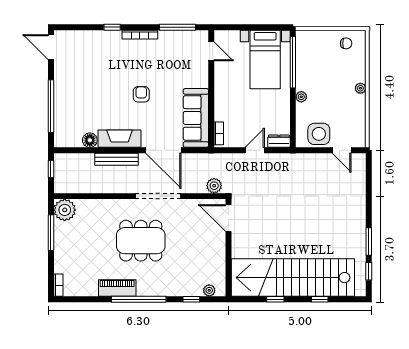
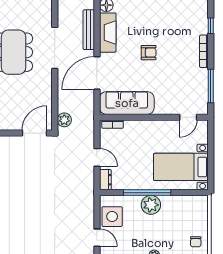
window: (293, 62) -> (147, 193), moved
plant: (301, 97) -> (151, 205), width x1.88, depth x1.88
door: (342, 150) -> (97, 238), swing flipped
doorway: (158, 196) -> (55, 48), moved

